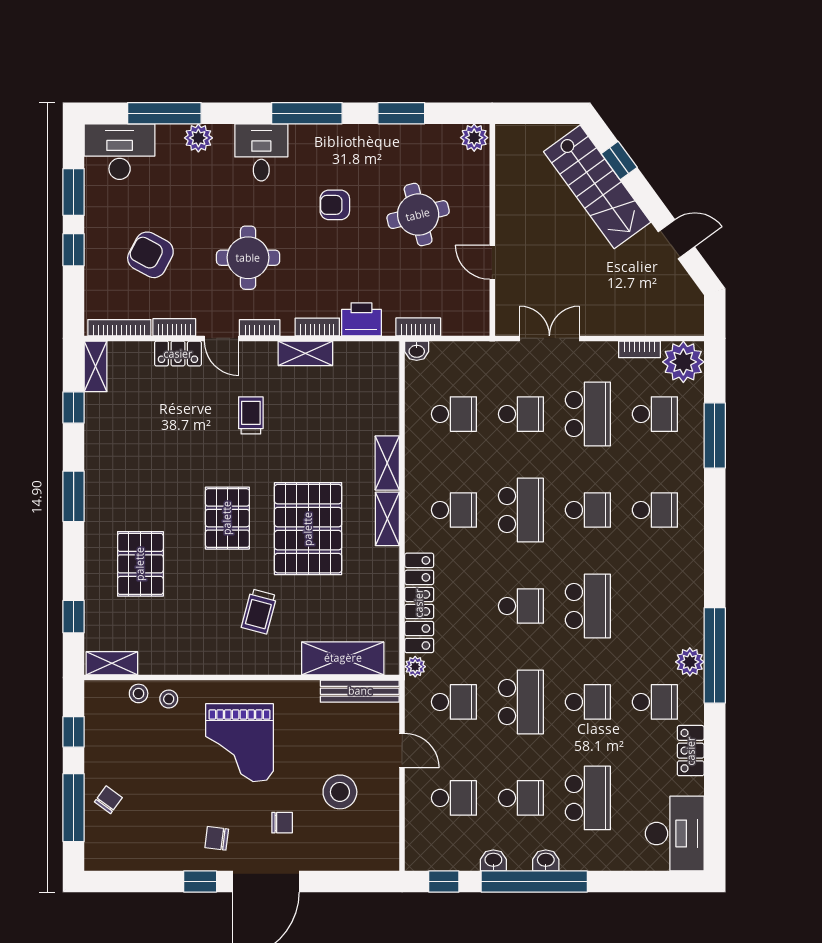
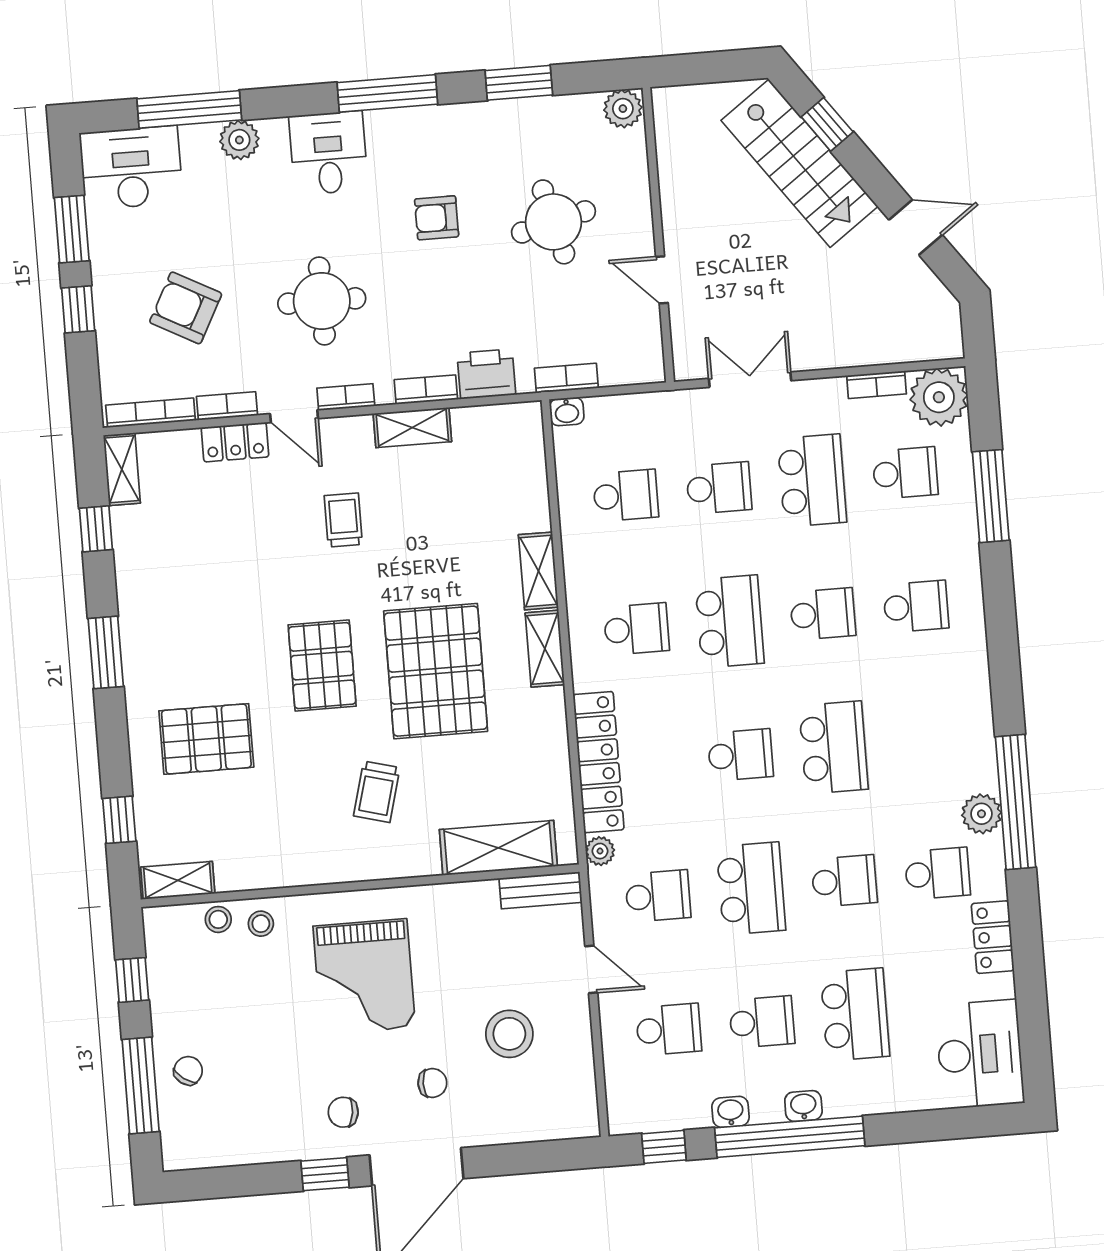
pallet: (140, 564) -> (206, 739), turned 90
bench: (360, 691) -> (540, 890), width x0.73

